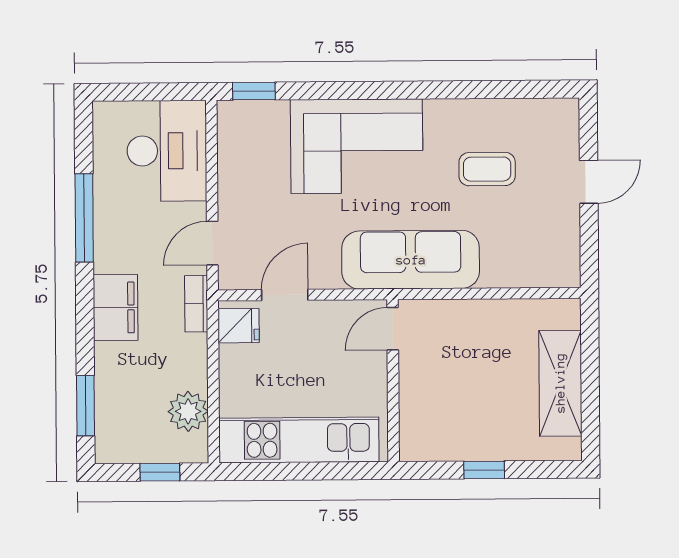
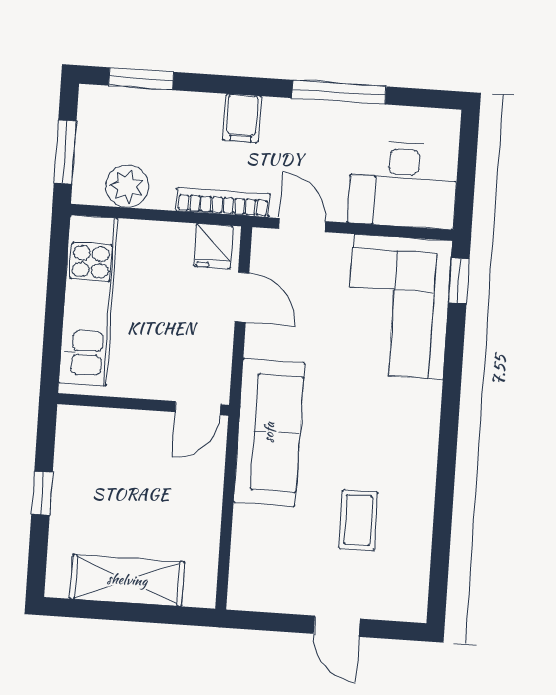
corner sofa: (357, 146) -> (398, 307), moved
bookcase: (196, 304) -> (223, 202), width x1.56
filing cabinet: (115, 308) -> (242, 118), width x0.50
door: (393, 329) -> (198, 408), swing flipped
window: (160, 472) -> (65, 152), width x1.50

